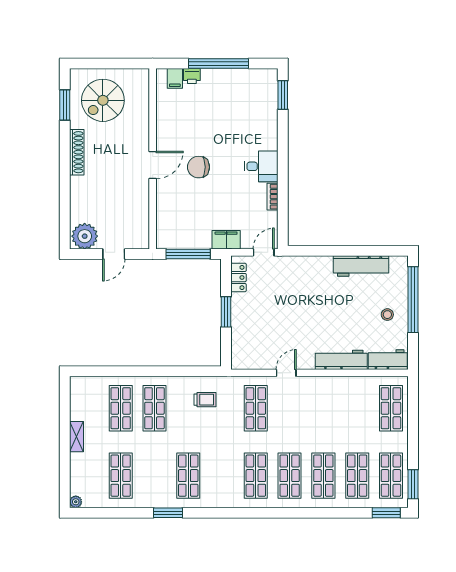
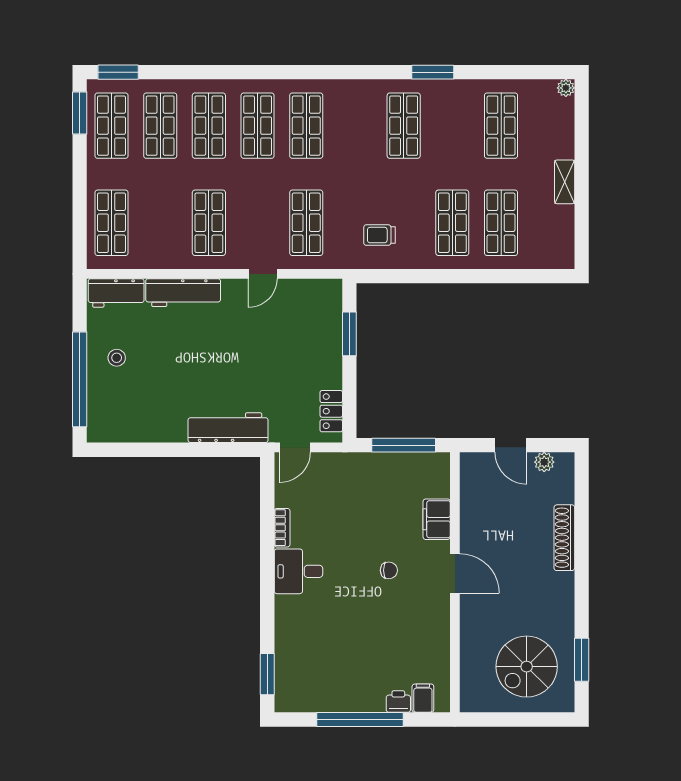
spiral stairs: (103, 100) -> (527, 667), turned 180
shoe rack: (77, 152) -> (564, 538), moved
door: (153, 165) -> (455, 573), swing flipped
chair: (198, 167) -> (389, 570), width x0.54, depth x0.54
plant: (85, 236) -> (544, 462), width x0.53, depth x0.53
filing cabinet: (226, 240) -> (437, 519), moved, turned 90
door: (114, 254) -> (511, 445), swing flipped
workbench: (361, 266) -> (228, 428), moved
window: (226, 312) -> (349, 334), moved
shop shelf: (323, 408) -> (209, 223), added

